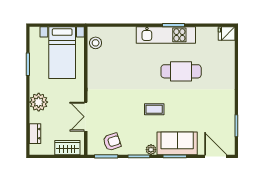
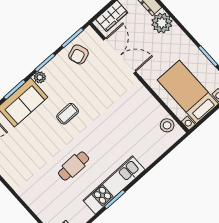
cafe table: (181, 71) -> (74, 166), width x0.73, depth x0.74
plant: (39, 102) -> (162, 23), moved
double door: (86, 117) -> (120, 56), width x1.37

